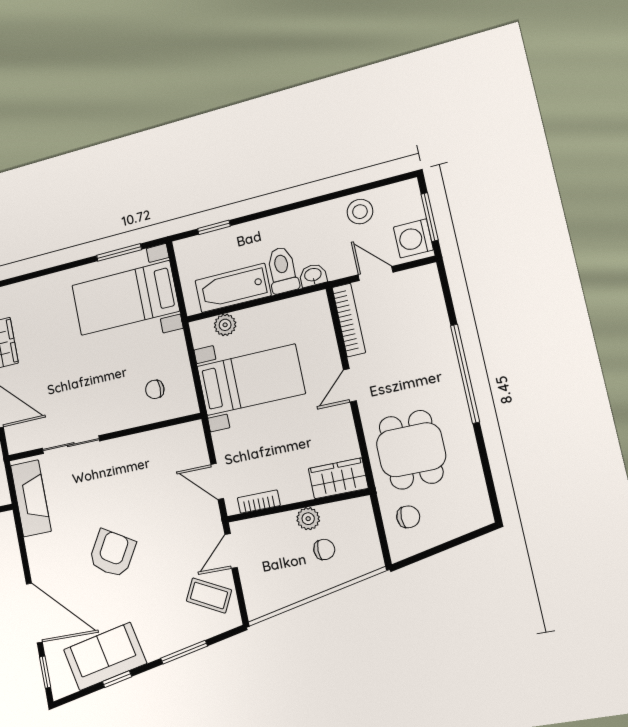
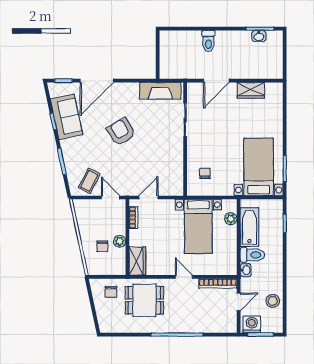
armchair: (112, 553) -> (121, 132), turned -151

